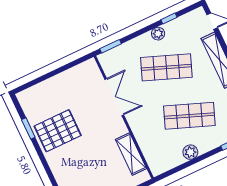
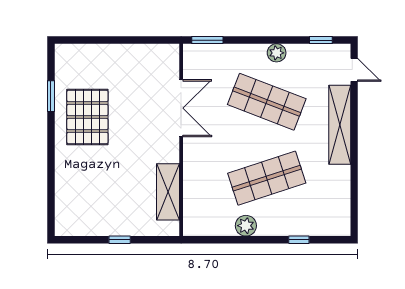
window: (169, 19) -> (321, 40), moved
shop shelf: (189, 116) -> (267, 178), turned -39
pallet: (58, 131) -> (87, 117), turned 90

